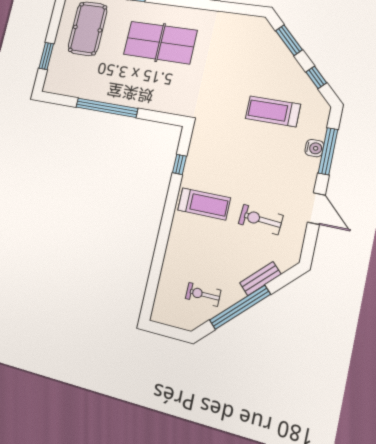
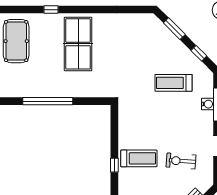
table tennis table: (160, 42) -> (78, 44), turned 90
window: (179, 164) -> (114, 165), moved

